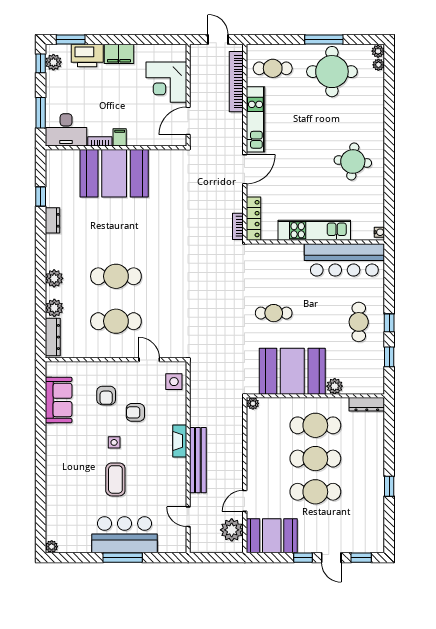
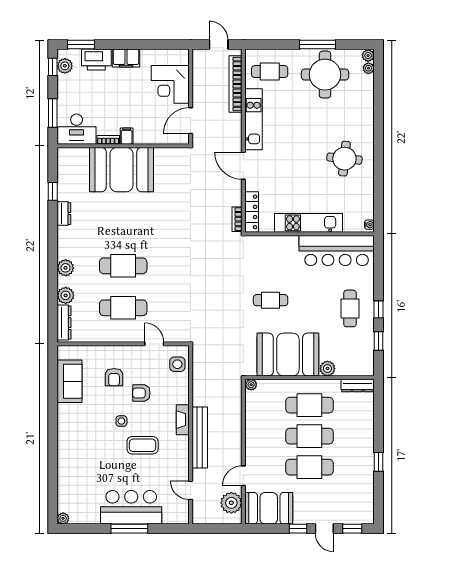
door: (245, 169) -> (243, 166), swing flipped
coffee table: (115, 479) -> (143, 445), moved, turned 90

